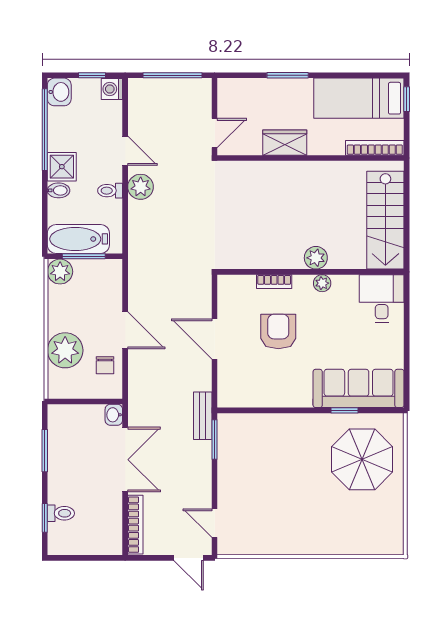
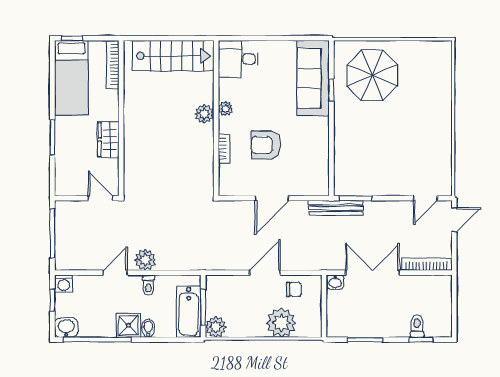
bench: (203, 416) -> (336, 208), width x1.36

